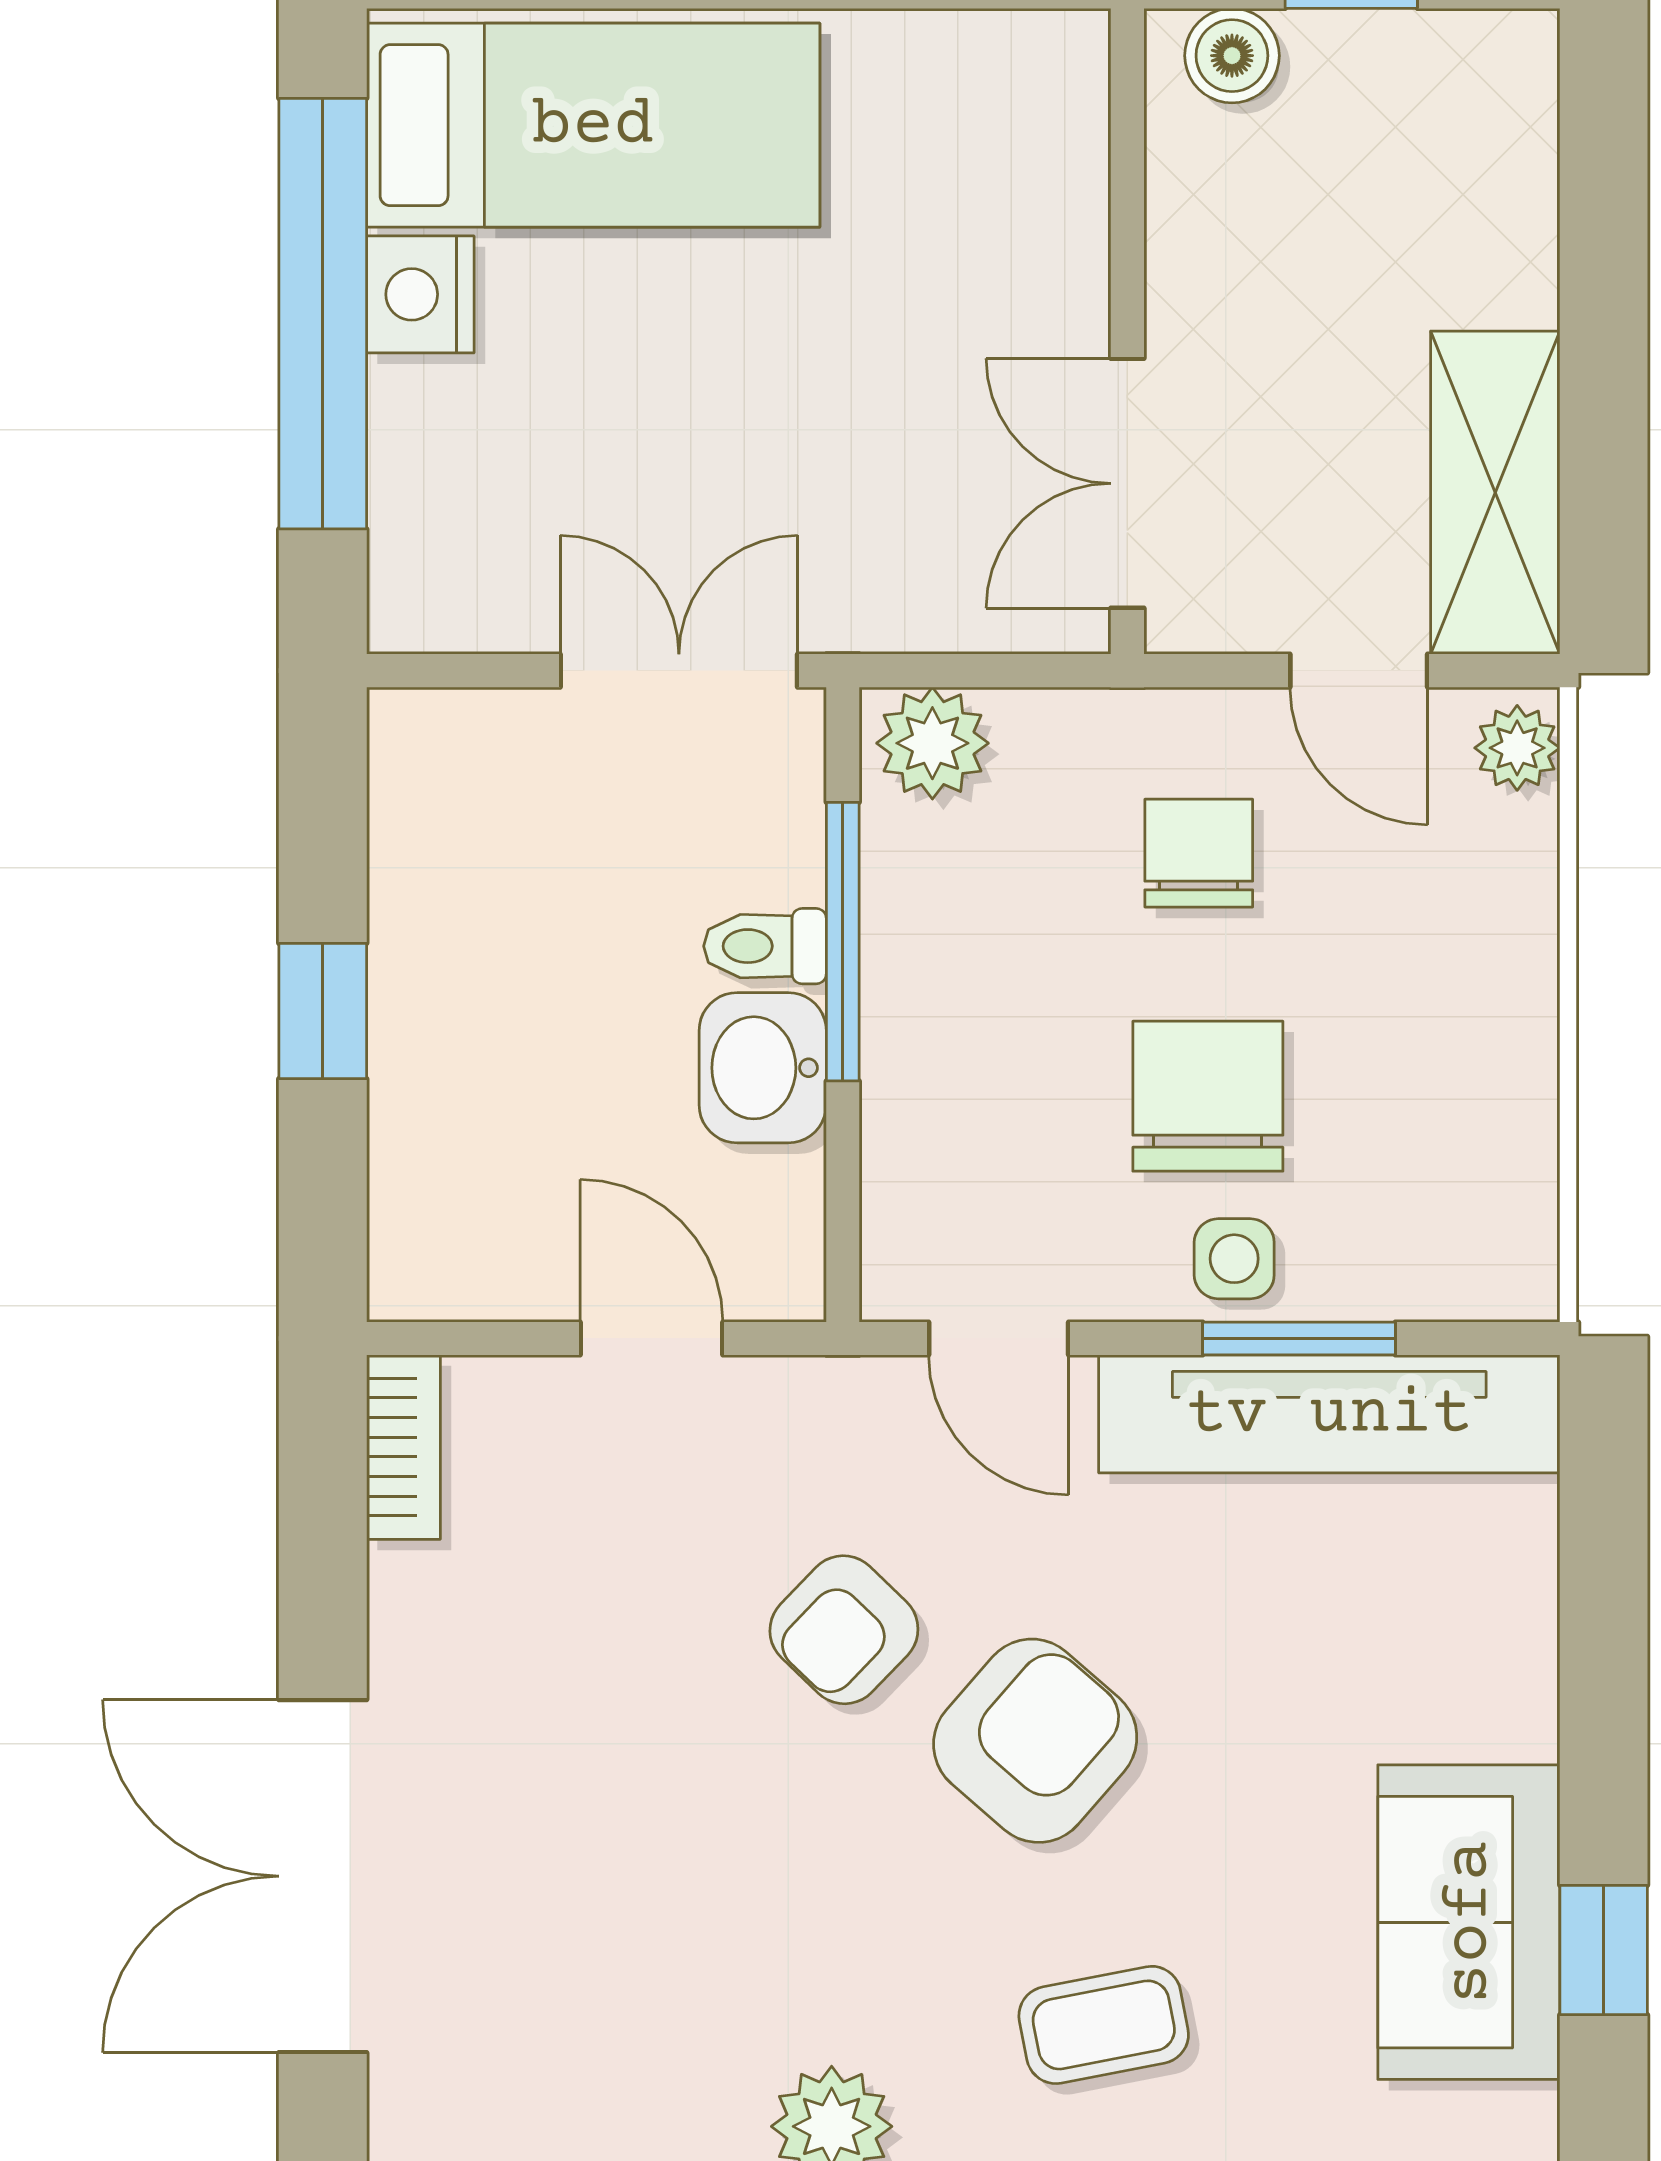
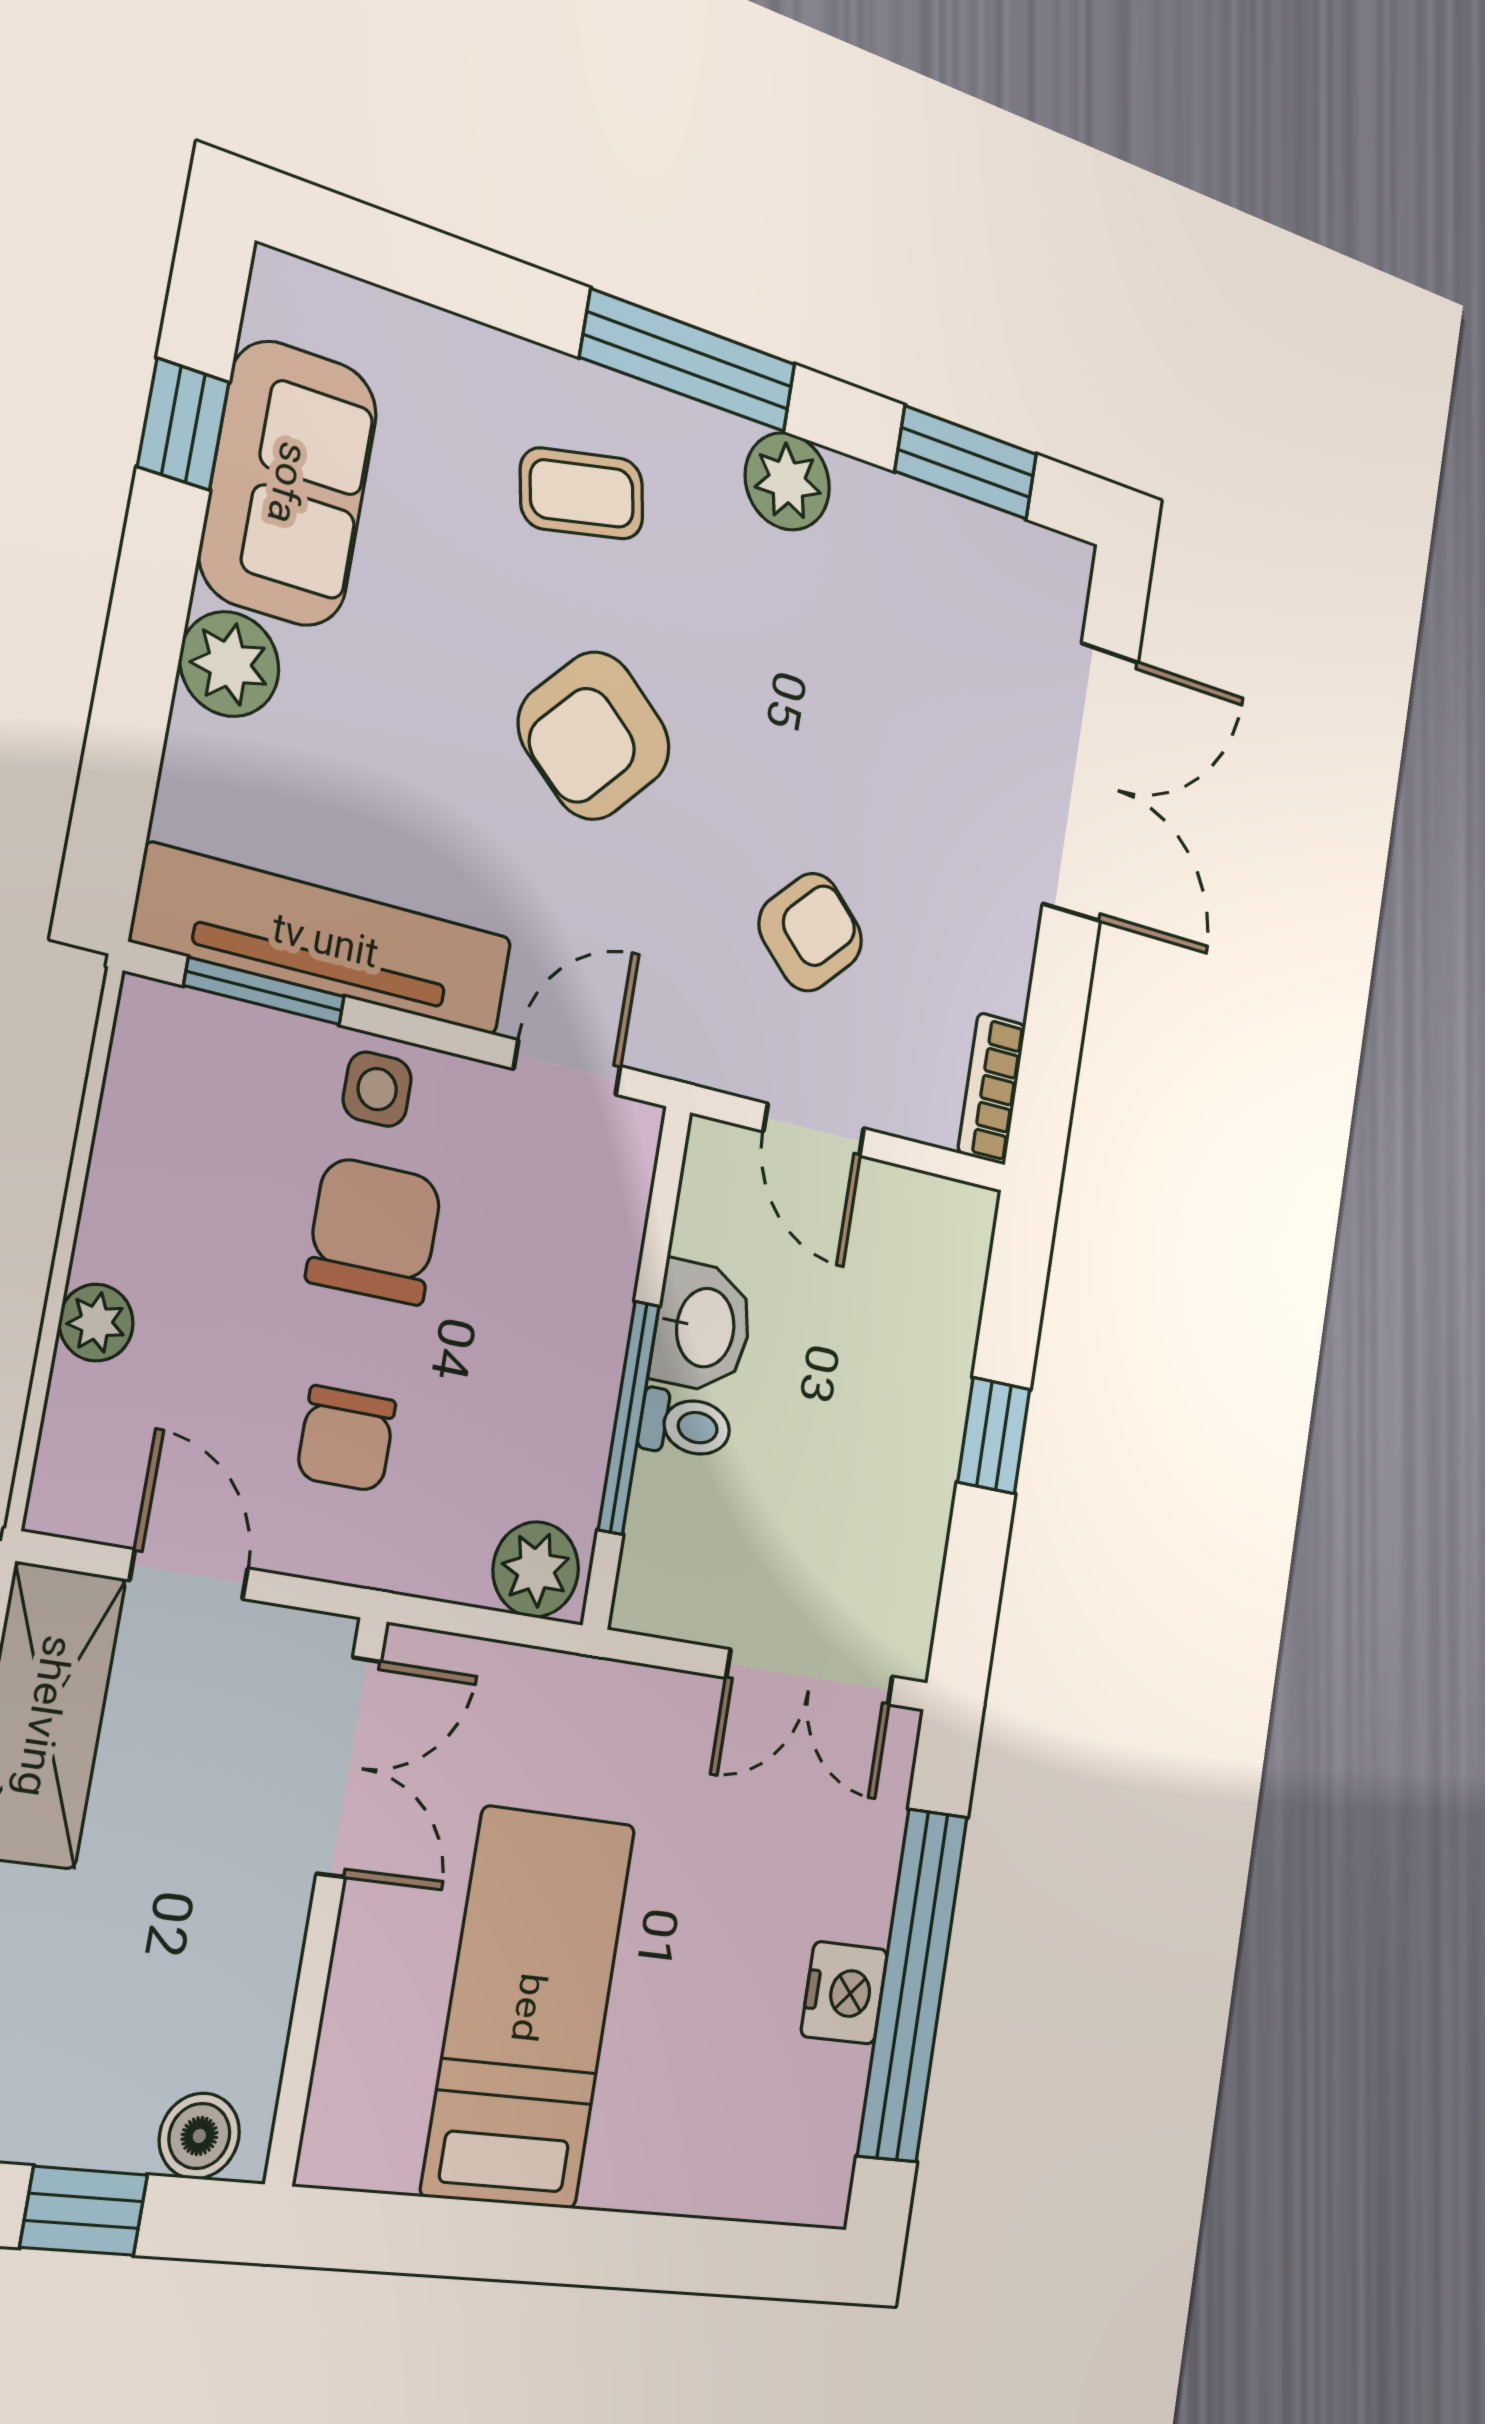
bed: (593, 125) -> (529, 2008), moved, turned 90
double door: (679, 671) -> (810, 1677), moved
plant: (1517, 748) -> (96, 1323), moved
chair: (1208, 1096) -> (374, 1231), turned 180
door: (999, 1338) -> (567, 1068), hinge flipped
window: (1299, 1338) -> (265, 991), moved
armchair: (844, 1630) -> (810, 932), moved
plant: (1500, 1696) -> (230, 664), added

